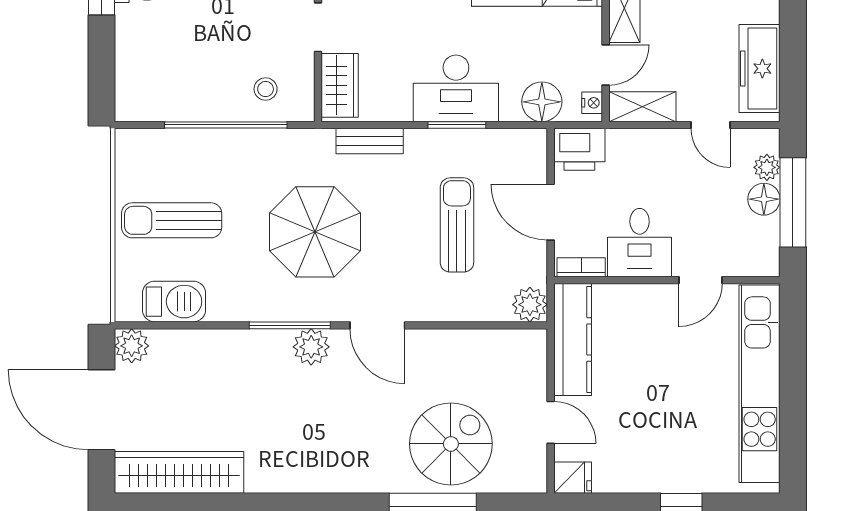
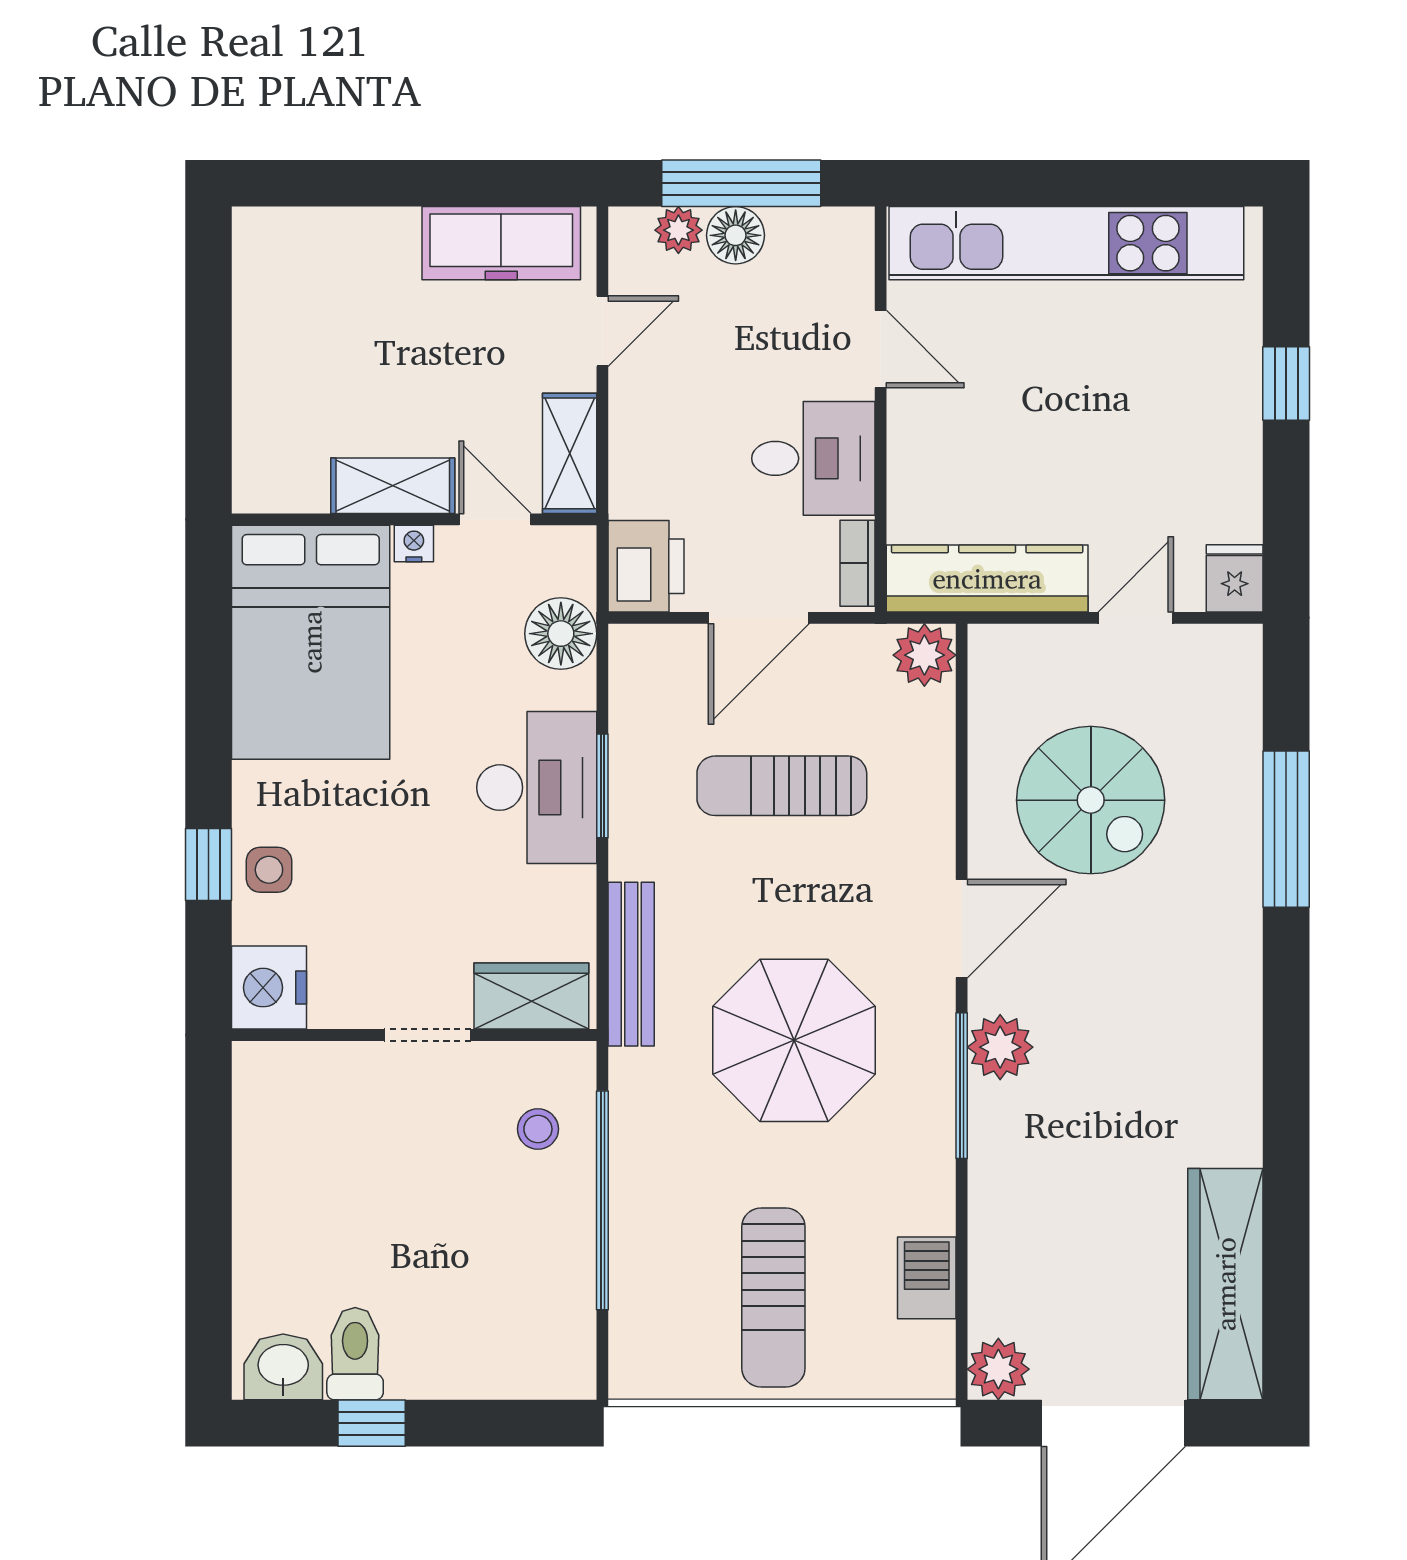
nightstand: (592, 103) -> (414, 544), moved
bench: (370, 141) -> (631, 964), width x1.36
barbecue: (174, 302) -> (927, 1278), width x0.73, depth x0.79
spiral stairs: (451, 444) -> (1091, 800), moved, turned 180

